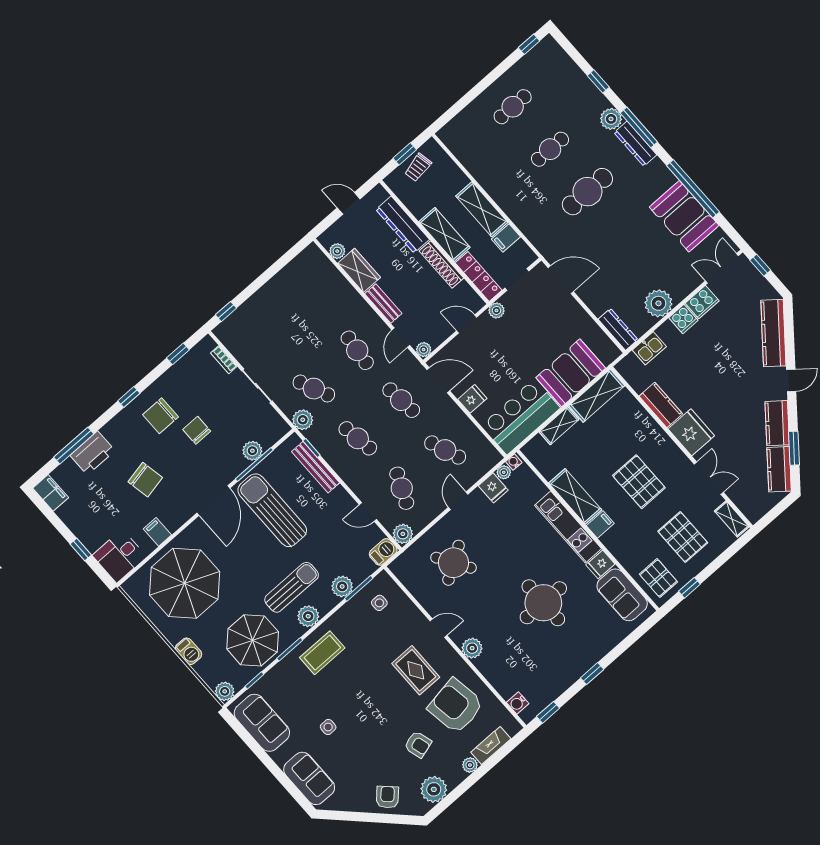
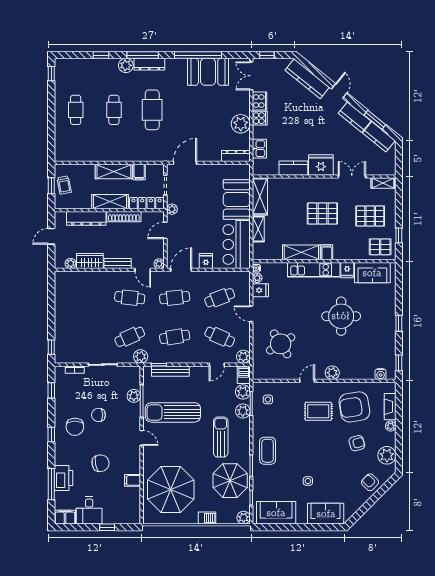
door: (213, 501) -> (142, 438), width x0.53
desk: (119, 556) -> (89, 510), moved
plant: (308, 616) -> (243, 392), moved

